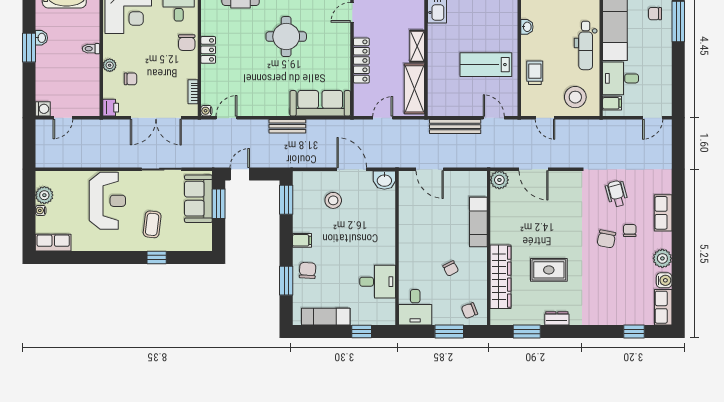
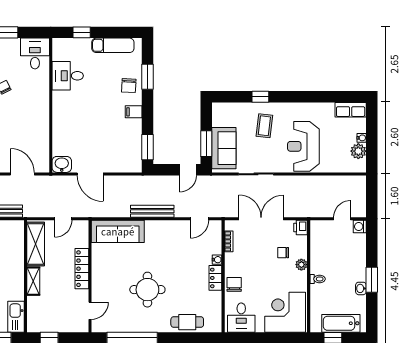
water cooler: (206, 111) -> (217, 260), moved
bench: (287, 126) -> (152, 211), width x1.36
stool: (333, 200) -> (106, 147), removed

